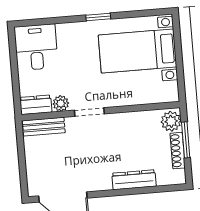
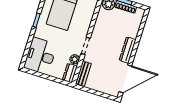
desk: (36, 47) -> (40, 56), width x1.37
dresser: (134, 180) -> (128, 50), moved

